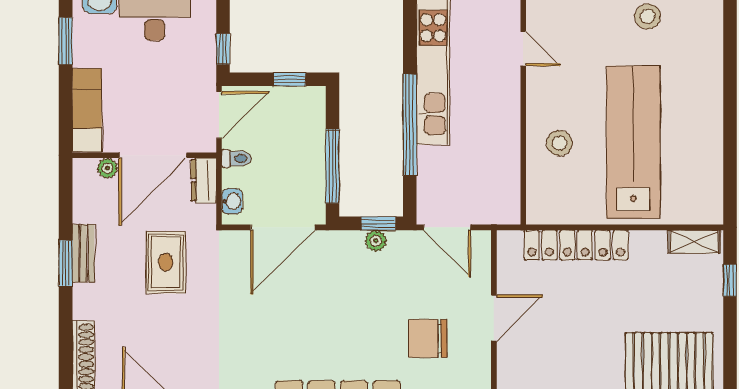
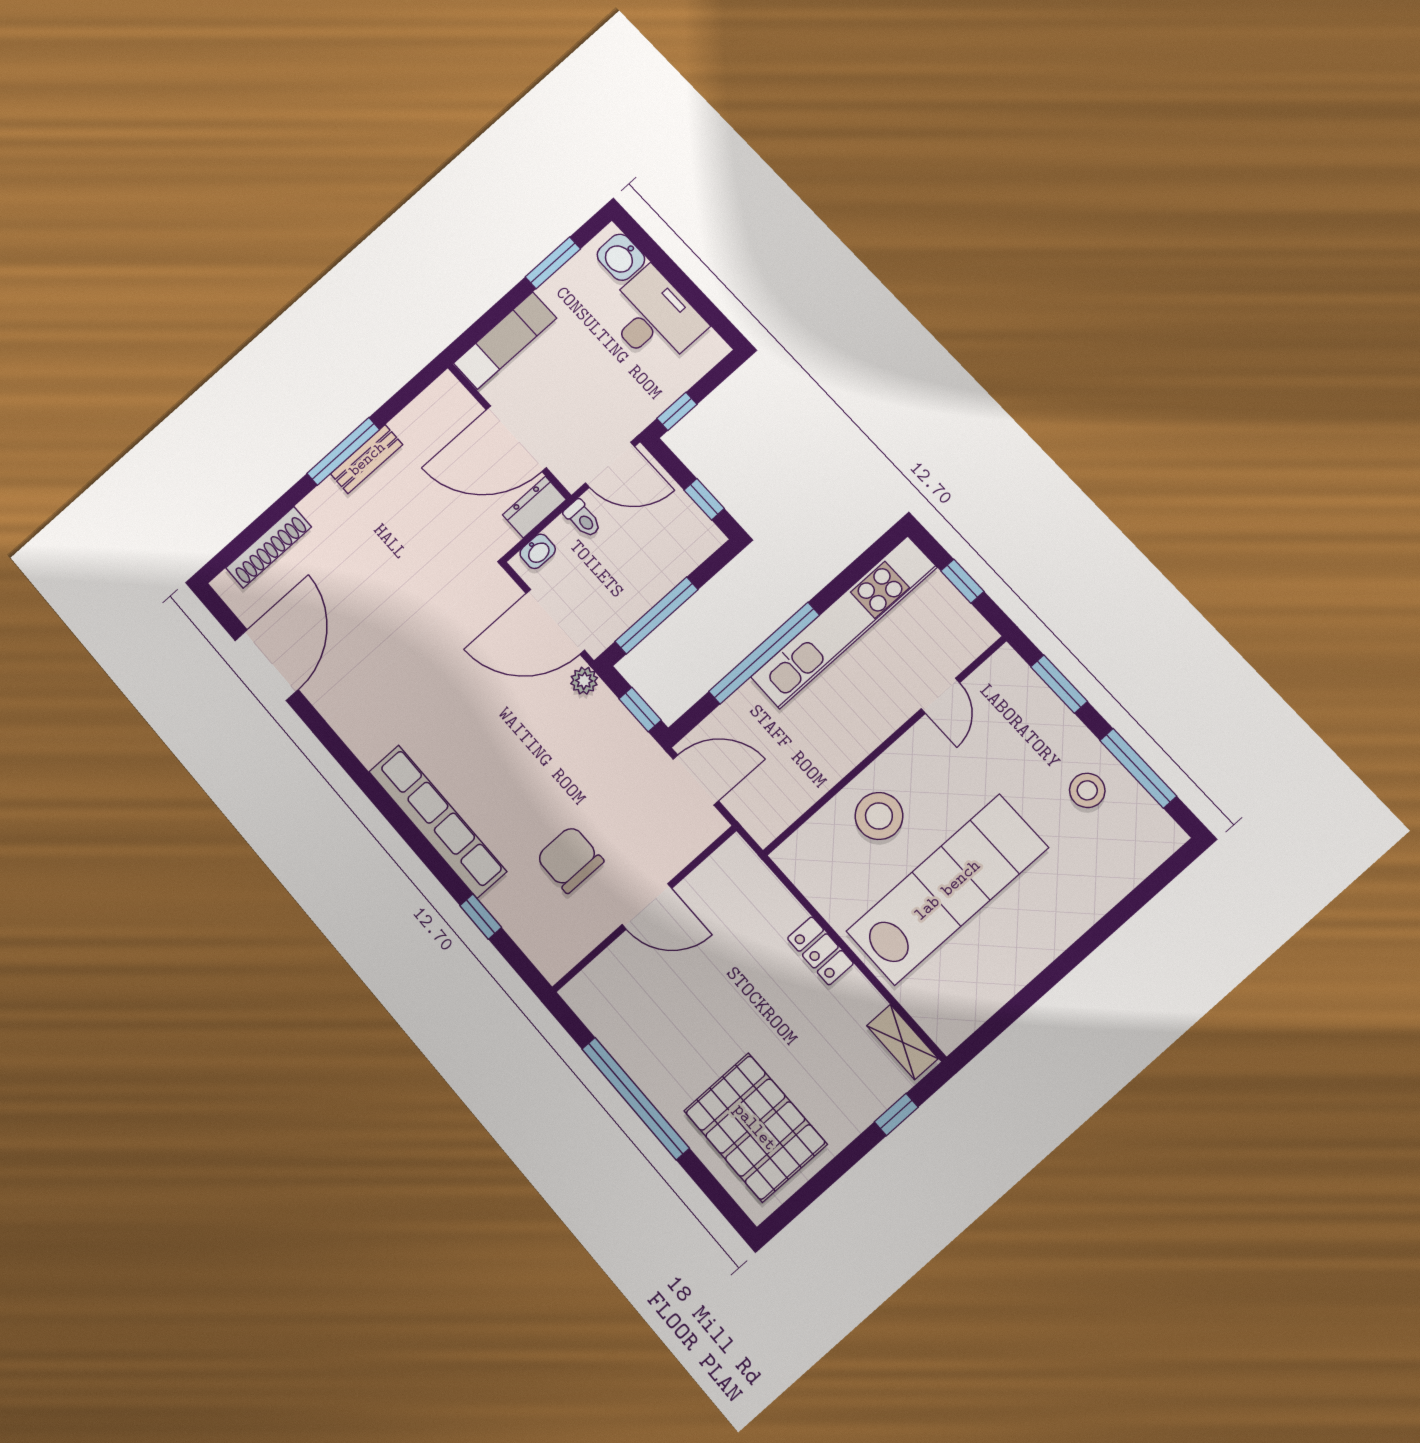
stool: (559, 143) -> (879, 816), width x1.38, depth x1.38
plant: (107, 168) -> (467, 408), removed
door: (447, 227) -> (696, 780), swing flipped
plant: (376, 241) -> (584, 681), moved
locker: (576, 245) -> (820, 951), width x0.46, depth x0.83
rug: (166, 262) -> (425, 542), removed
window: (66, 263) -> (343, 451), width x1.44

